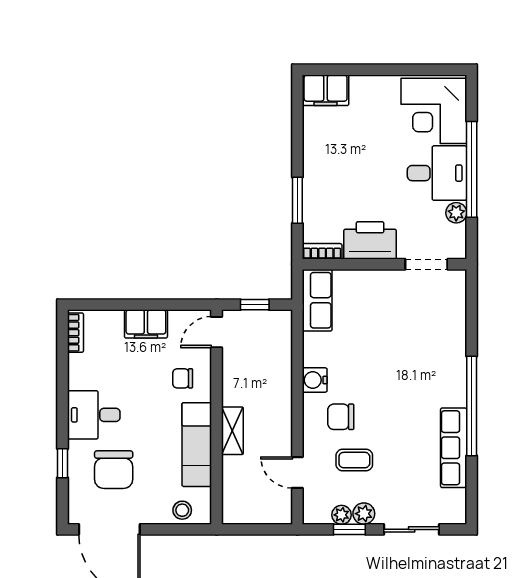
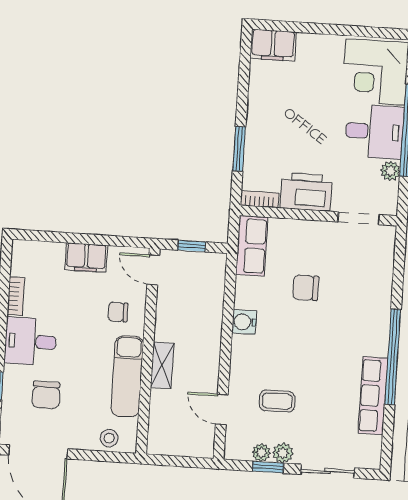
door: (217, 332) -> (153, 270), hinge flipped
bookcase: (75, 333) -> (16, 296), moved
chair: (341, 417) -> (306, 288), moved
chair: (114, 470) -> (46, 395), width x0.73, depth x0.73

